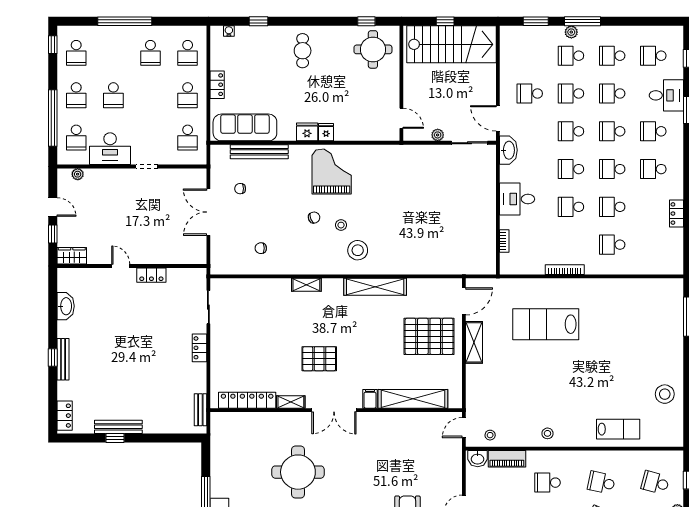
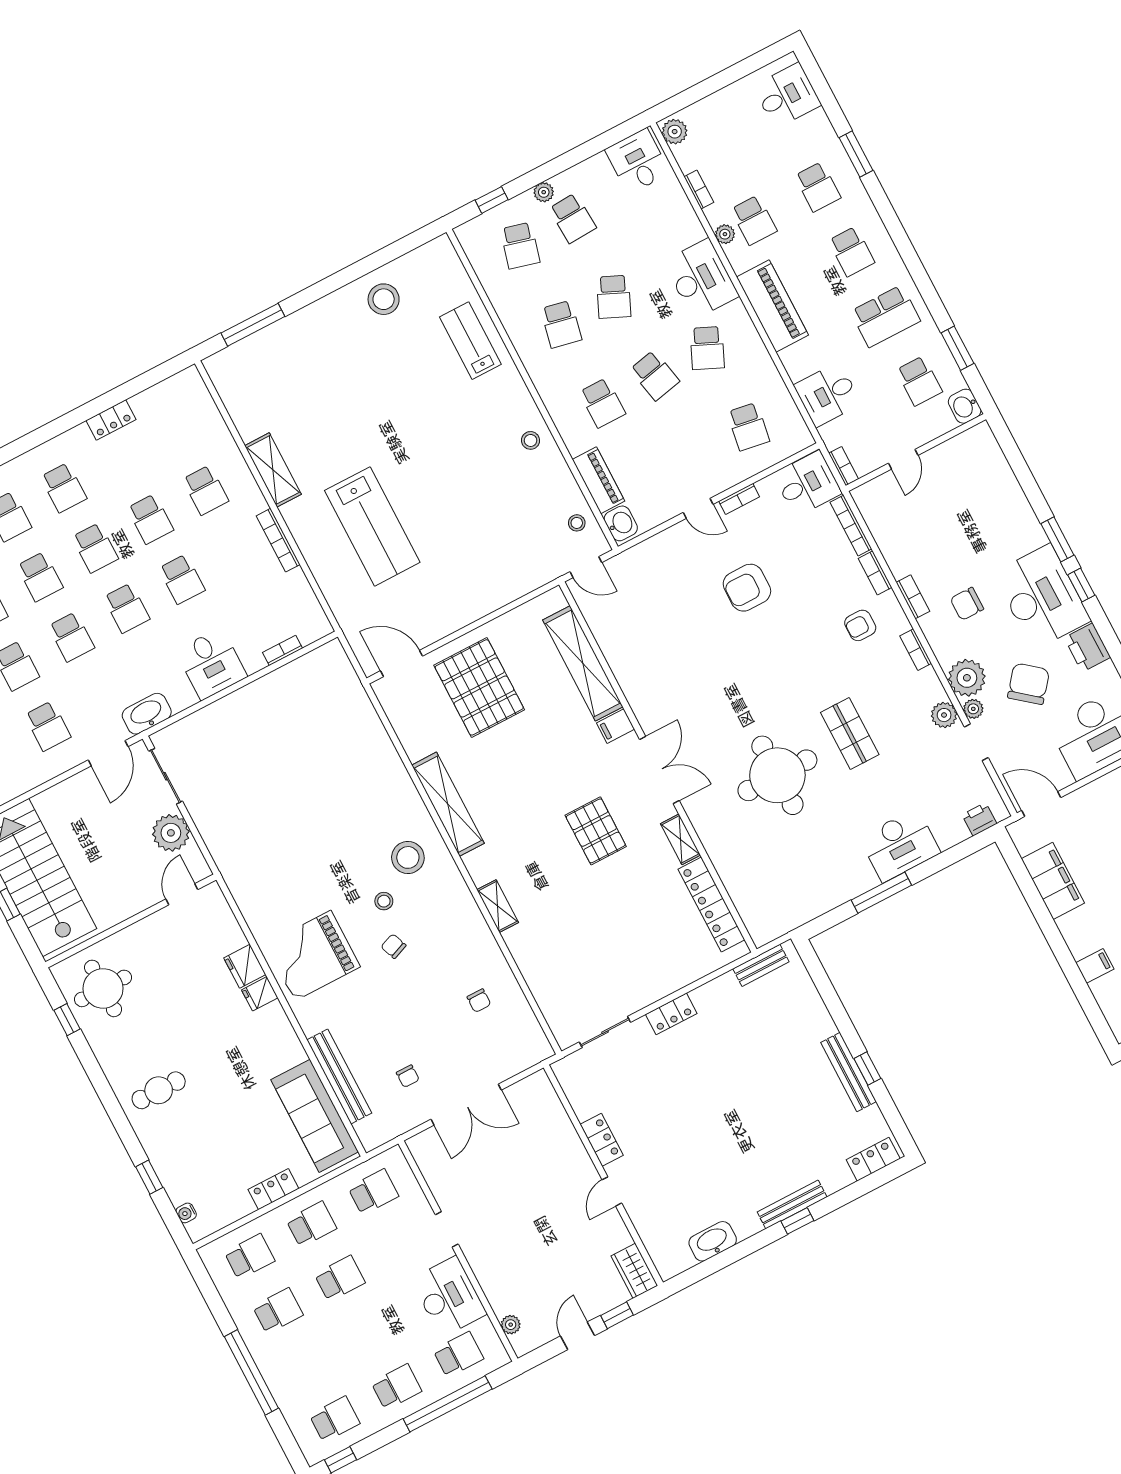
school desk: (113, 95) -> (340, 1278), moved
fridge: (307, 132) -> (245, 966), moved
plant: (438, 135) -> (171, 833), width x1.88, depth x1.88
shelving: (474, 342) -> (273, 470), moved, turned 90

